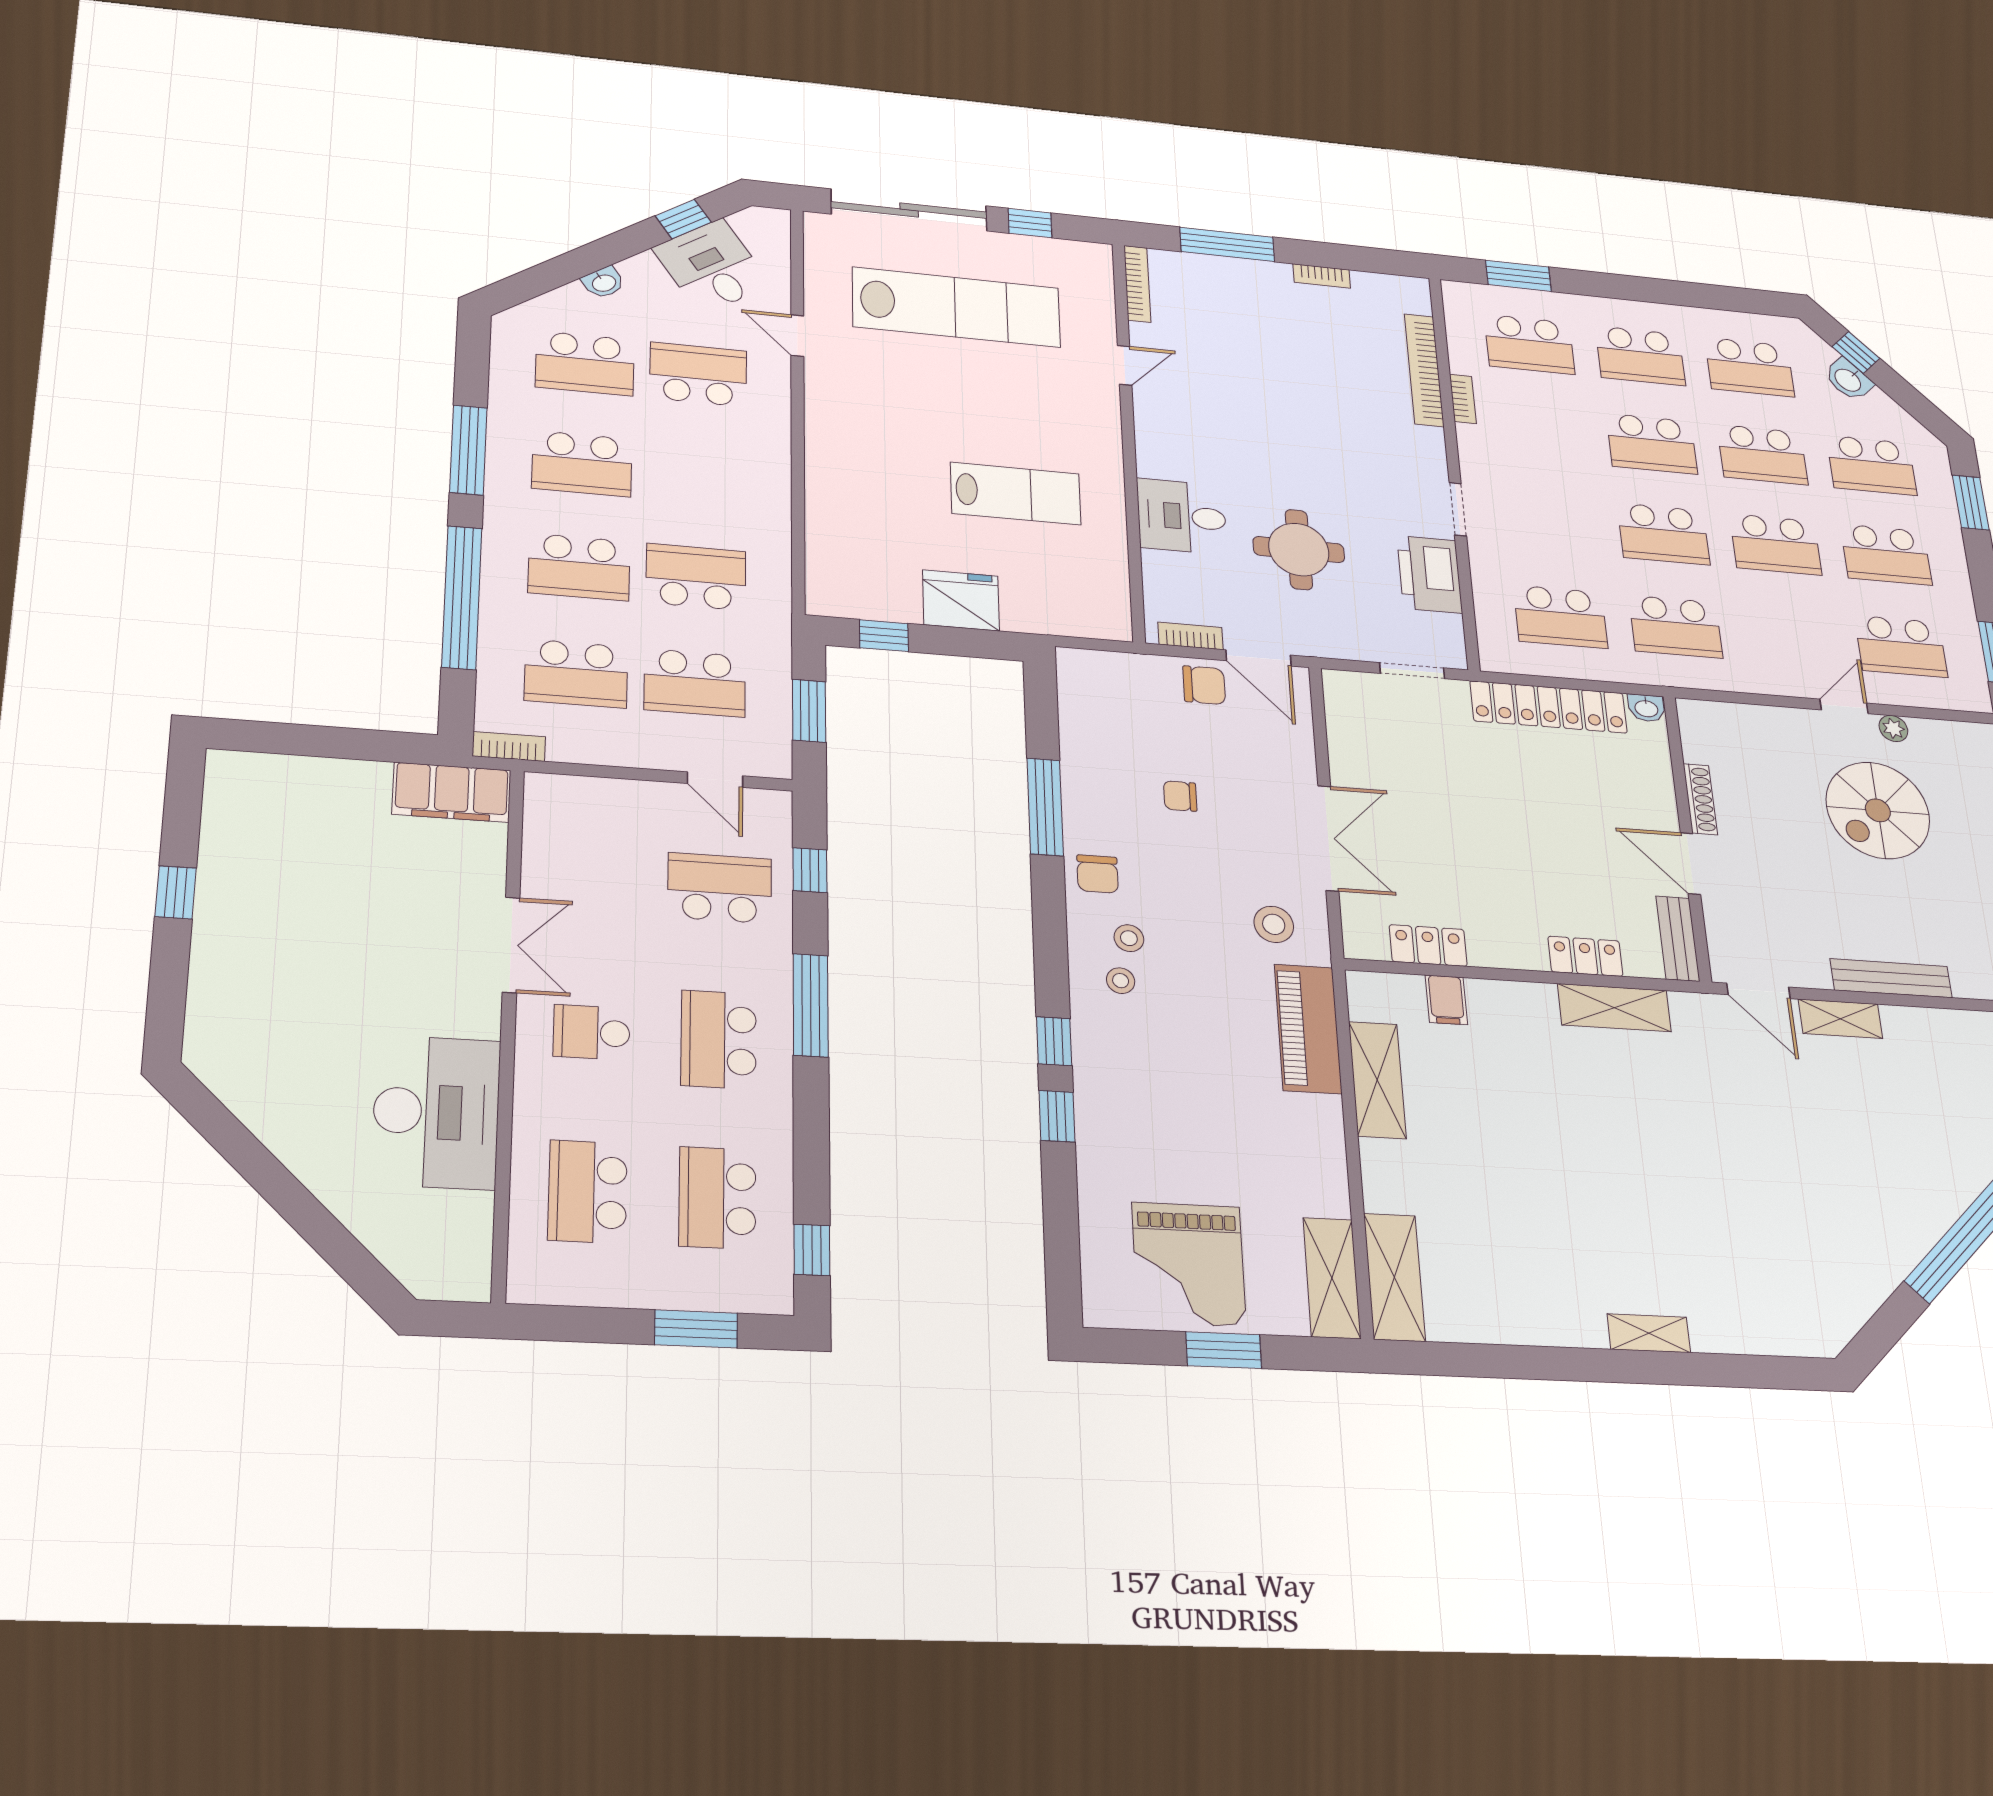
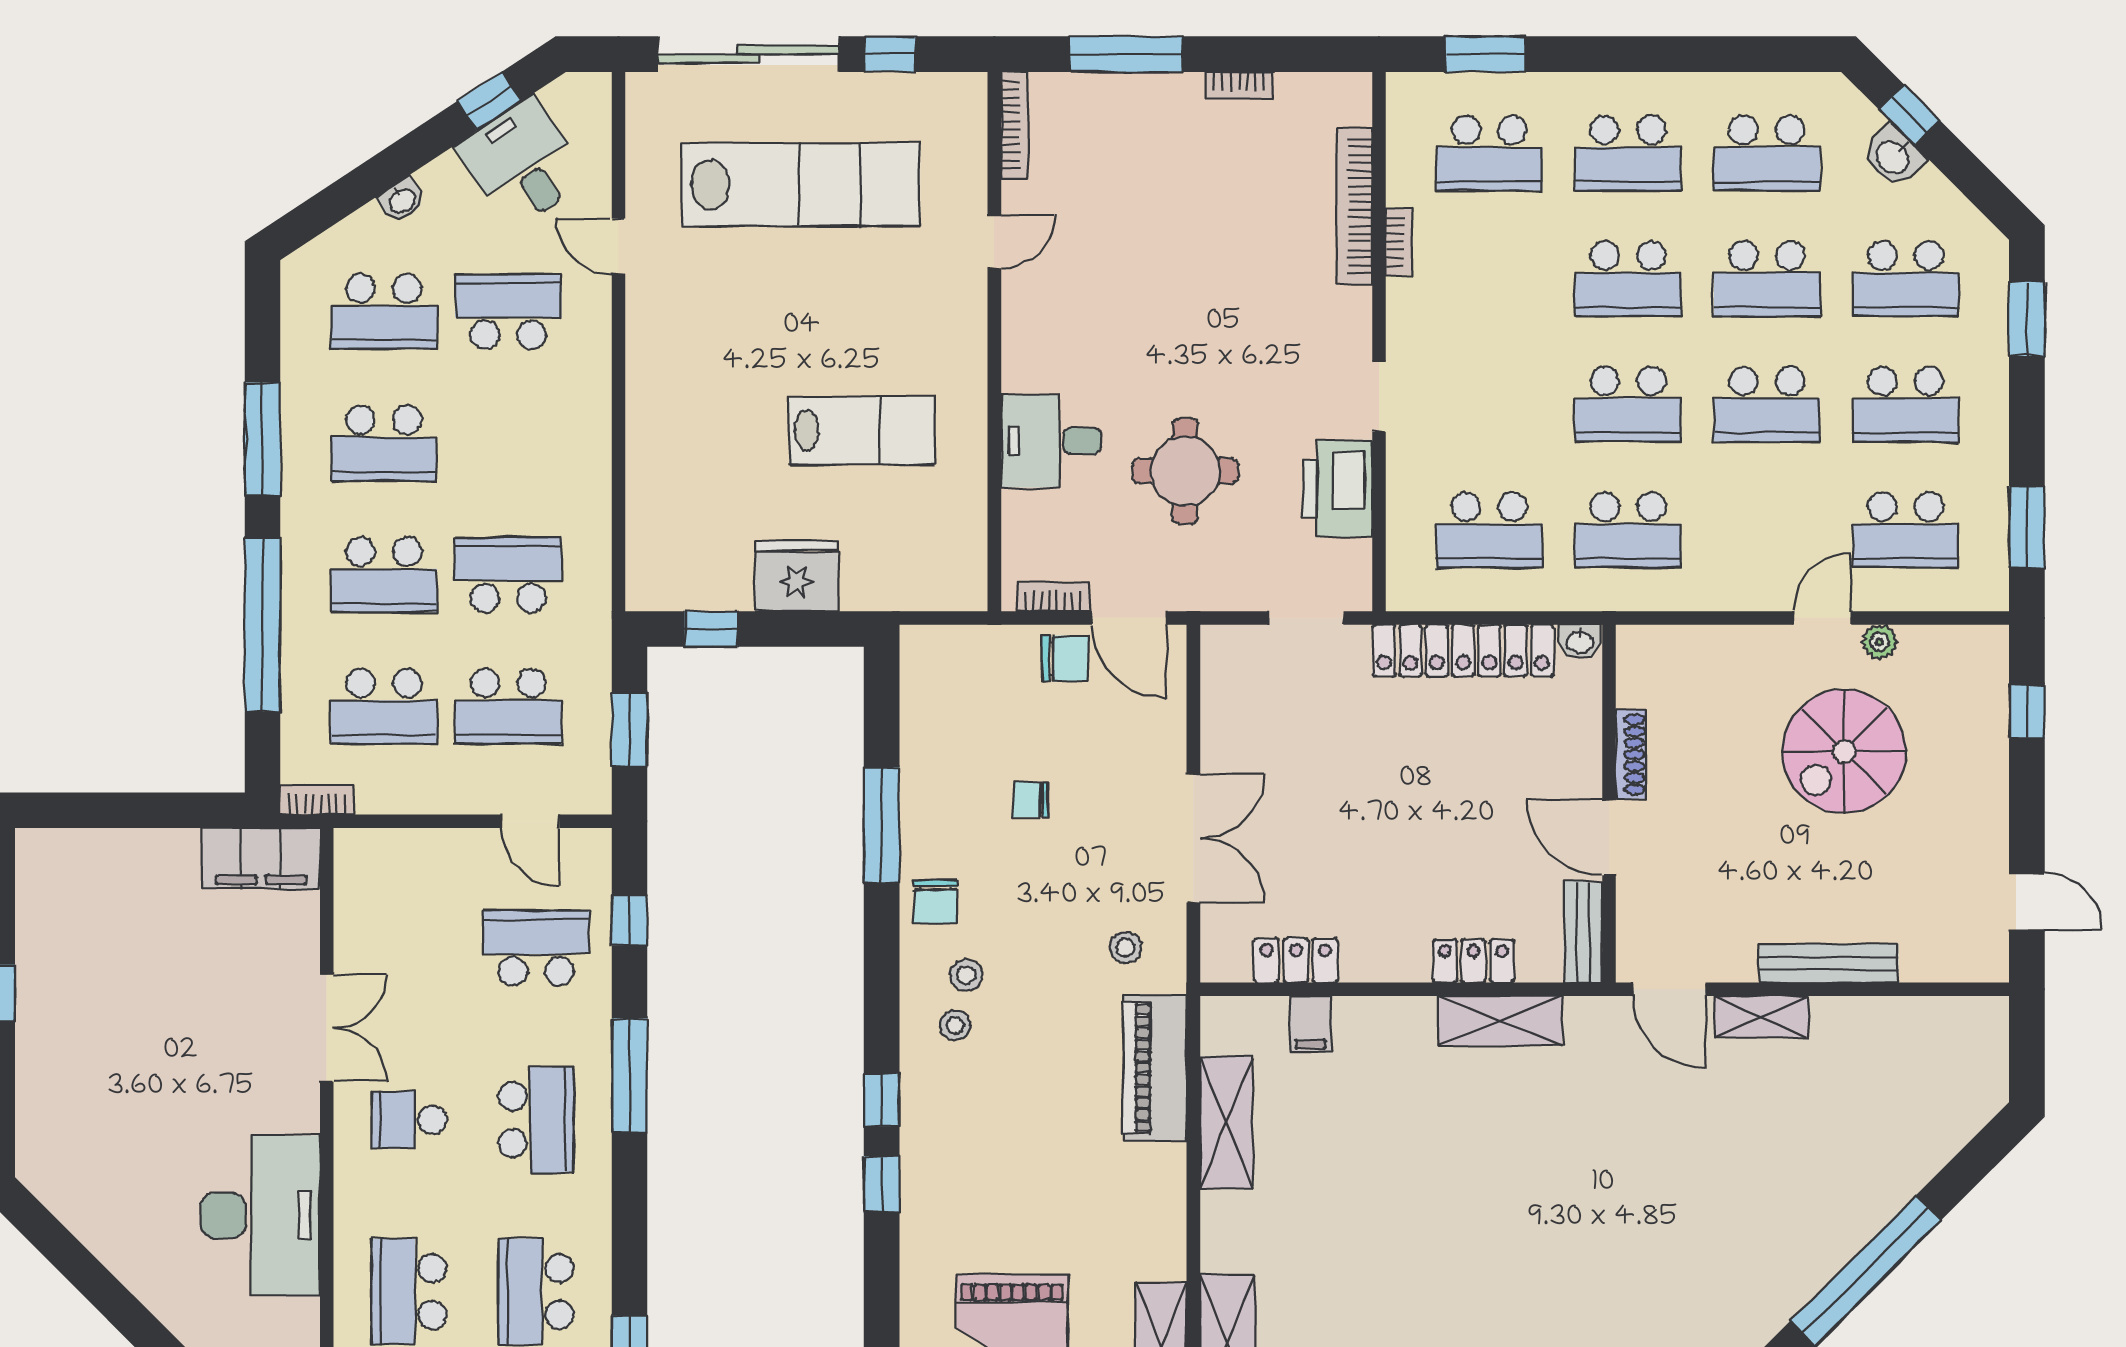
stool: (1274, 924) -> (1125, 947), width x0.73, depth x0.73
school desk: (719, 1040) -> (536, 1120), turned 180

